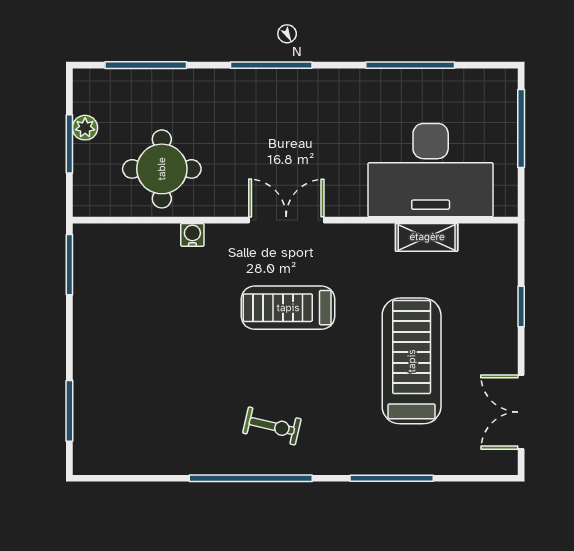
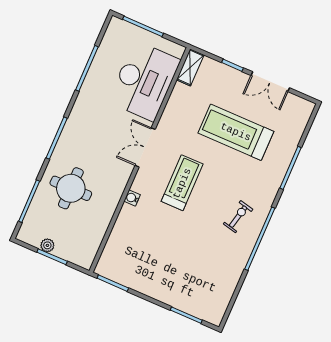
round table: (162, 169) -> (71, 188), moved
double door: (286, 220) -> (145, 147), moved
water cooler: (192, 235) -> (132, 198), moved
shelving: (427, 237) -> (190, 67), moved
treadmill: (288, 308) -> (182, 183), turned 180
double door: (521, 412) -> (270, 82), moved

